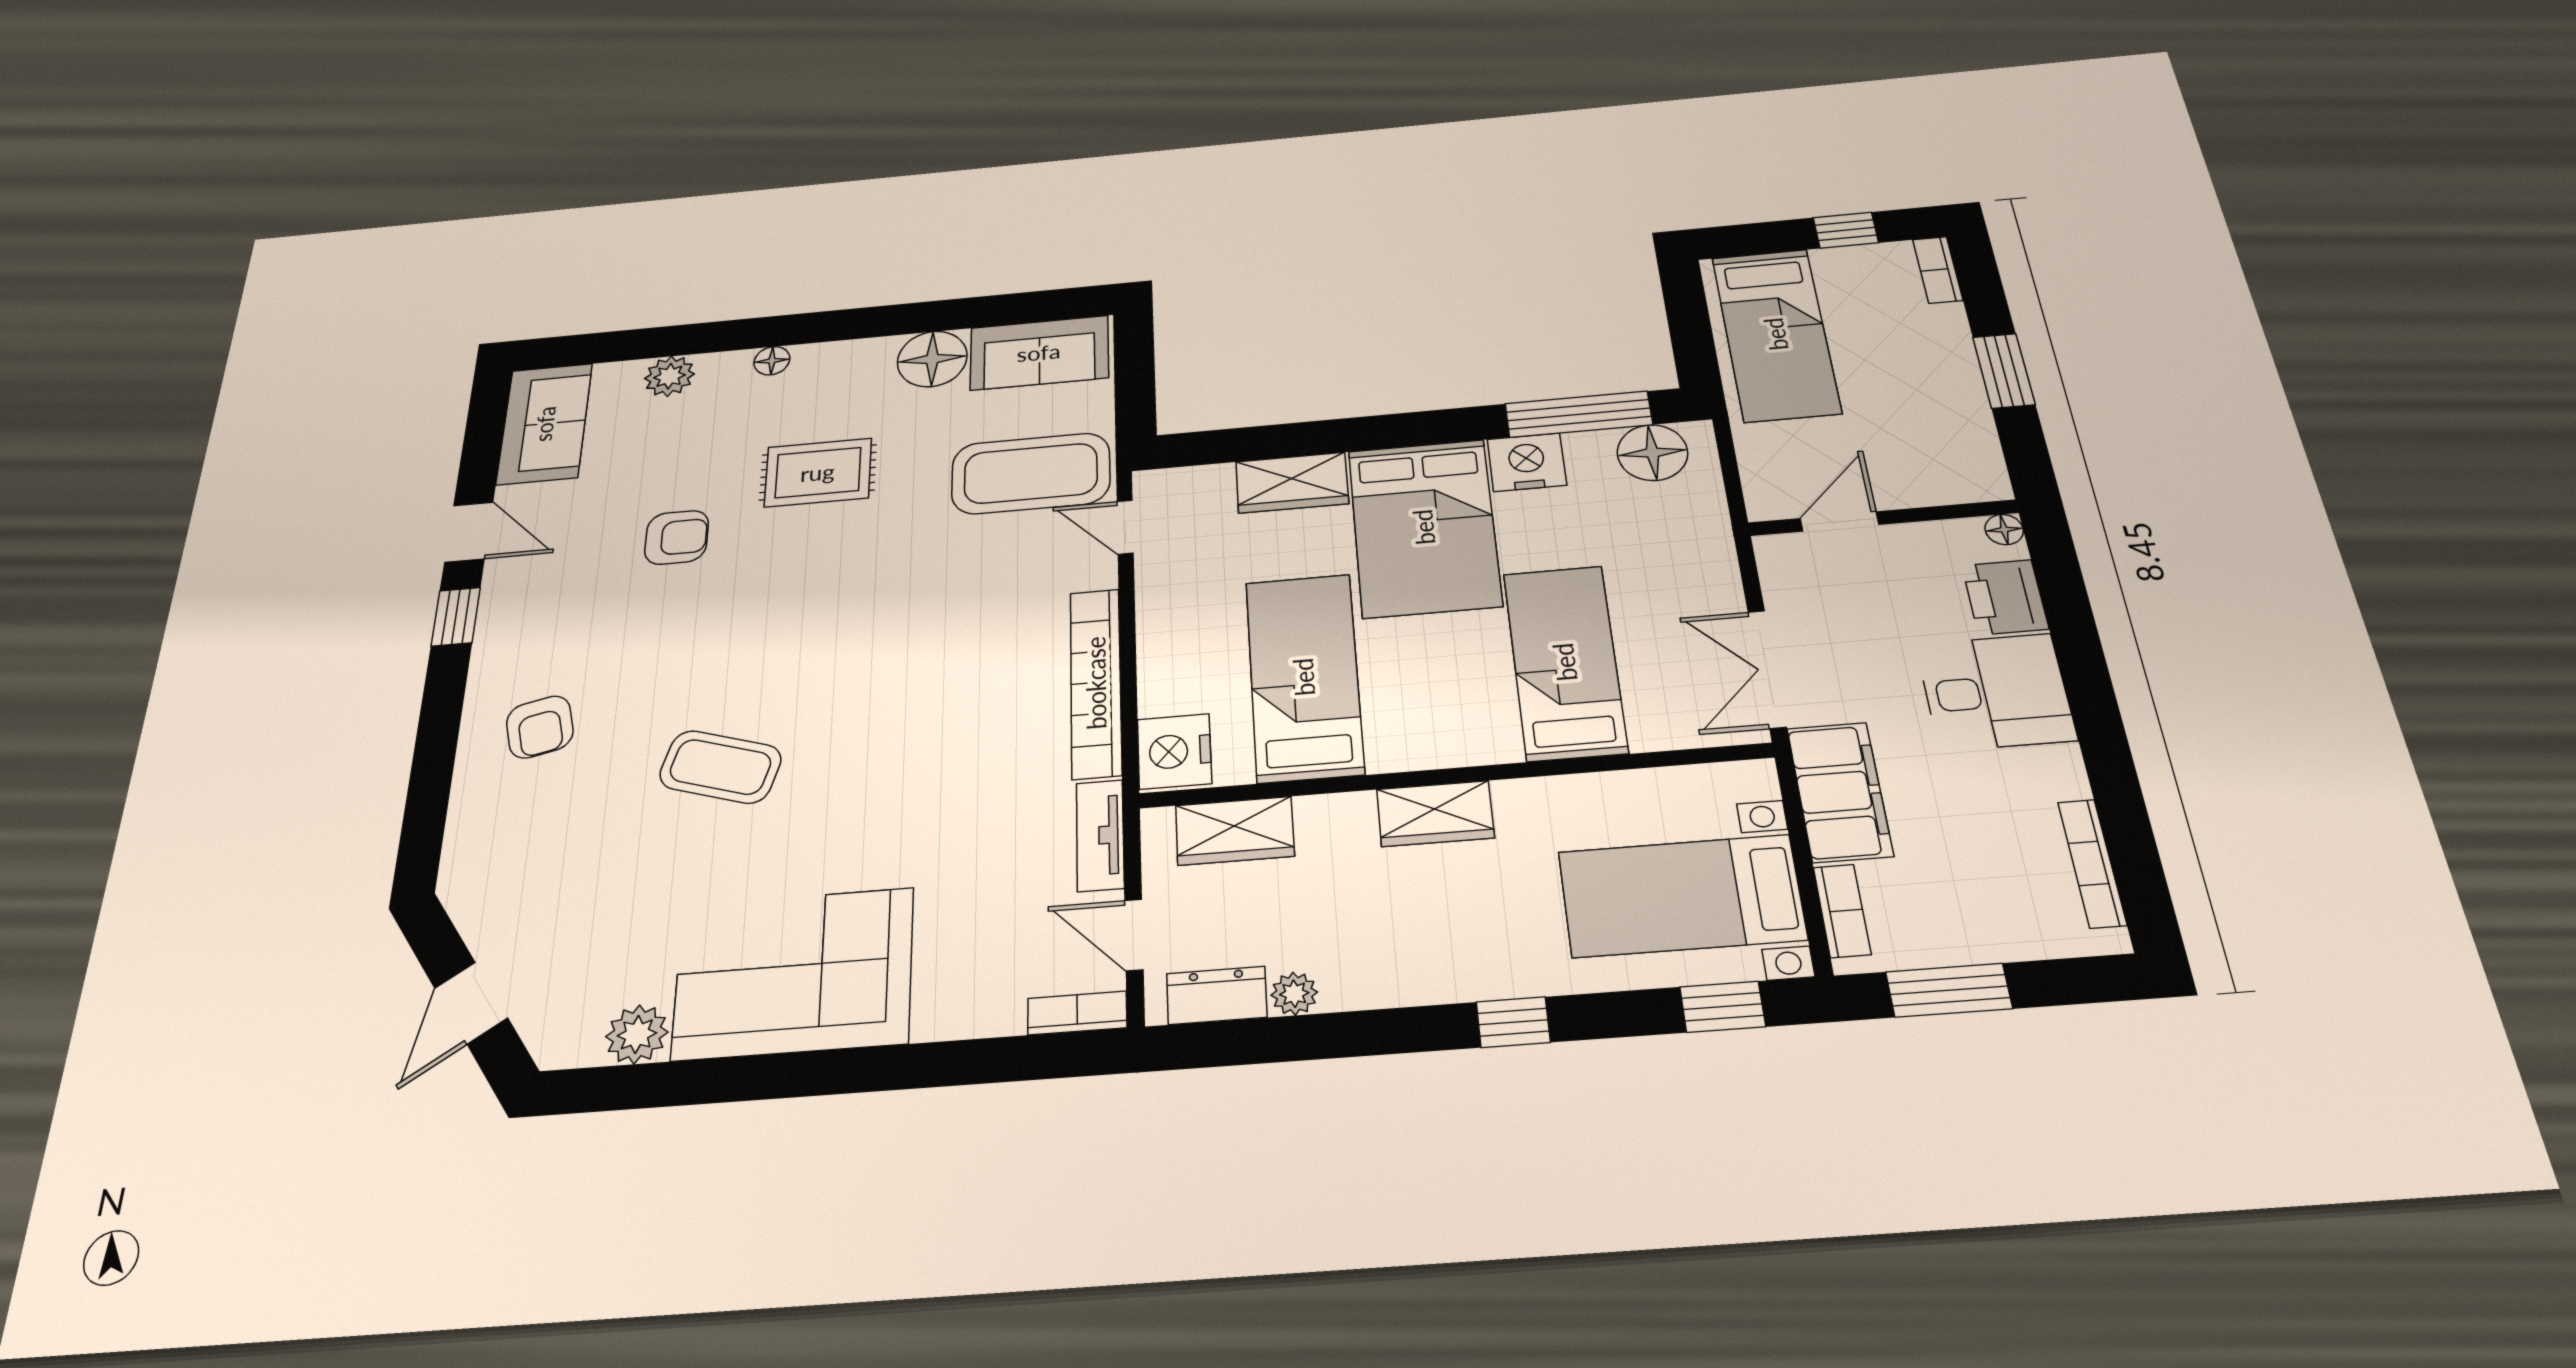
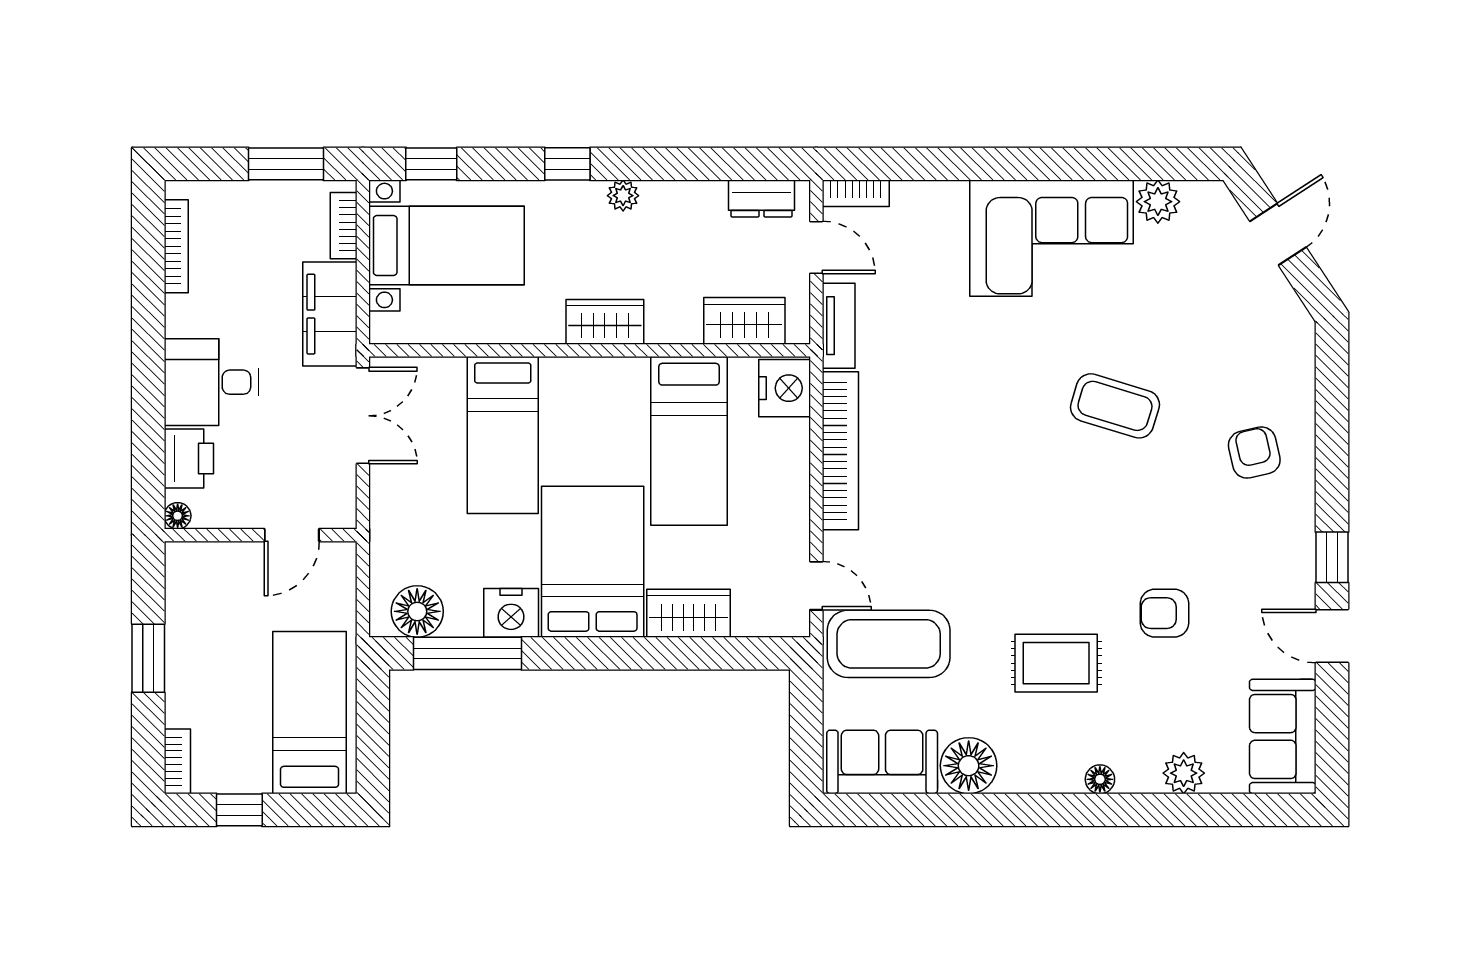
plant: (1294, 994) -> (623, 196), moved

